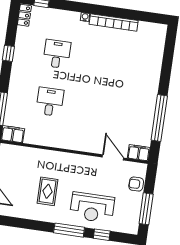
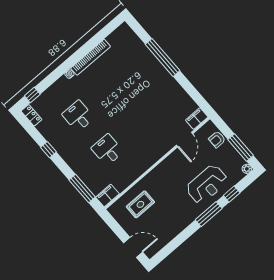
window: (159, 118) -> (163, 57), moved
door: (113, 157) -> (184, 140), swing flipped
rug: (47, 191) -> (140, 204), moved, turned 90
plant: (133, 229) -> (247, 169), added

